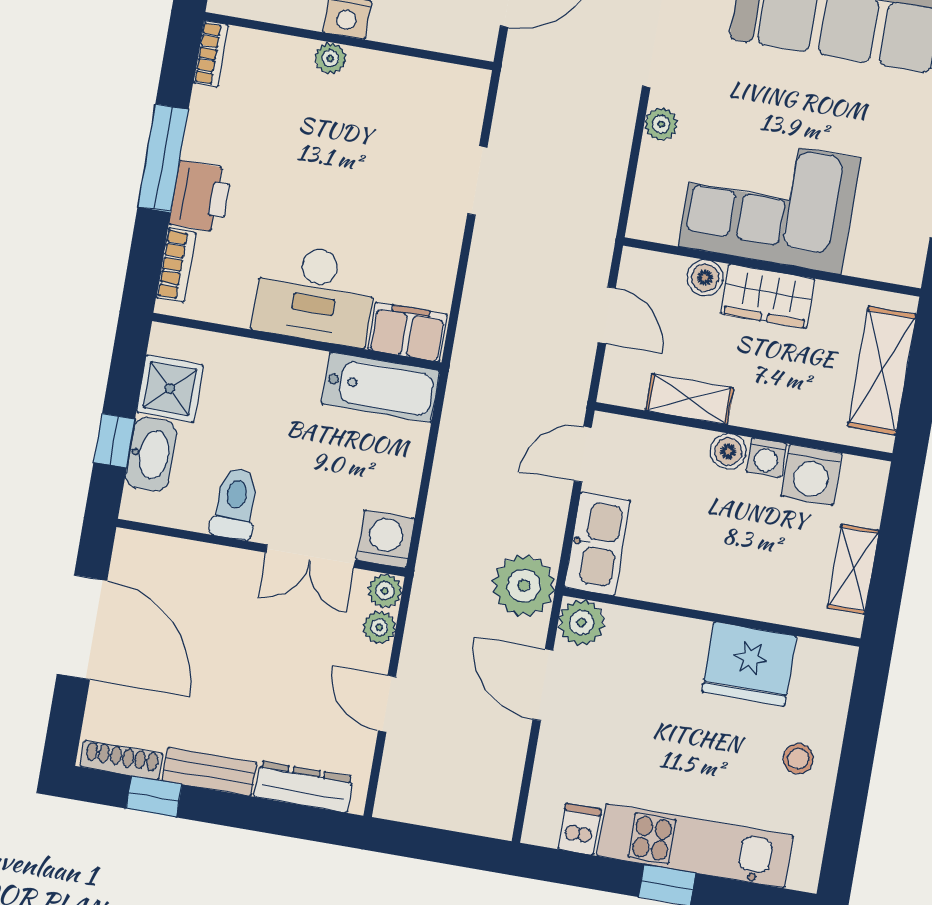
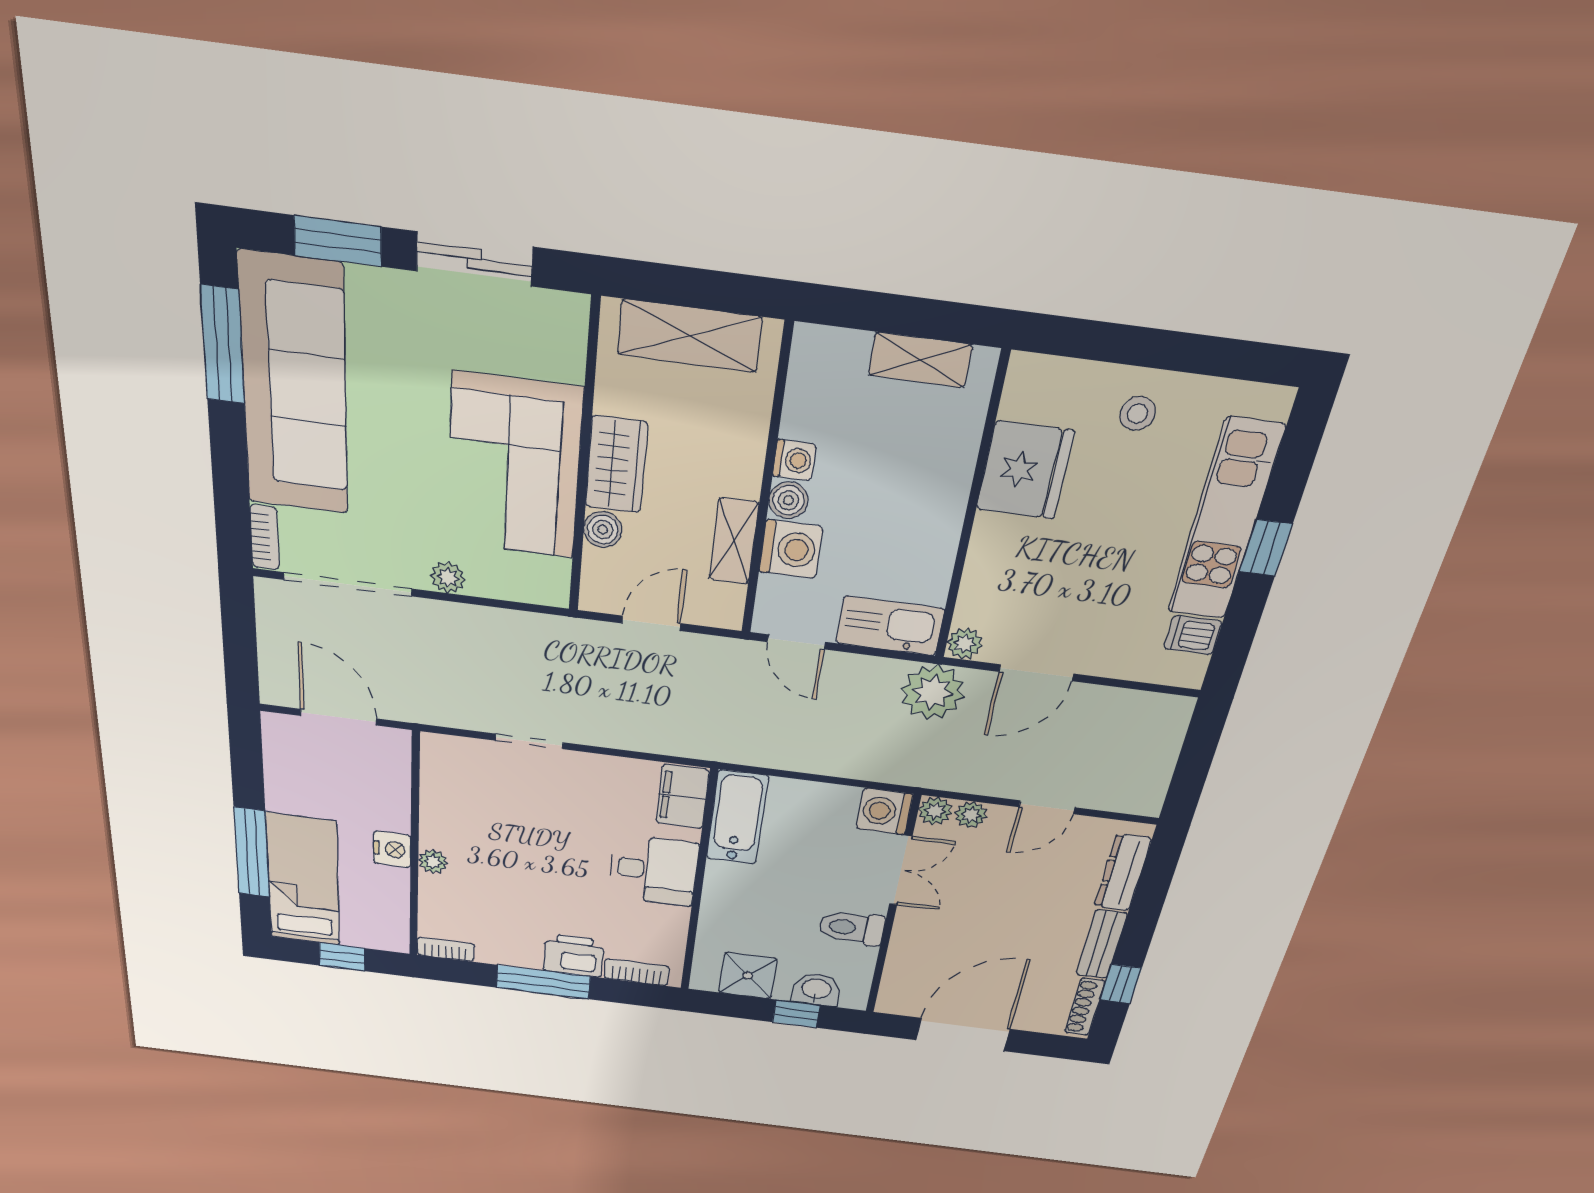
desk: (315, 295) -> (654, 870), width x0.73
washbasin: (151, 454) -> (816, 990), width x0.72
washing machine: (812, 475) -> (791, 549), moved
plant: (582, 623) -> (965, 644), width x0.73, depth x0.73

